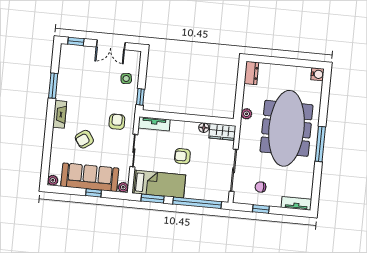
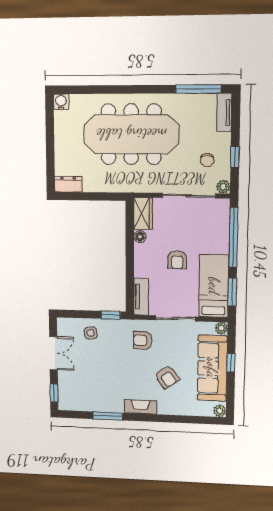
plant: (247, 114) -> (223, 187), moved
window: (320, 144) -> (198, 89), moved

